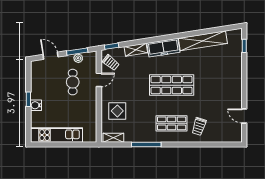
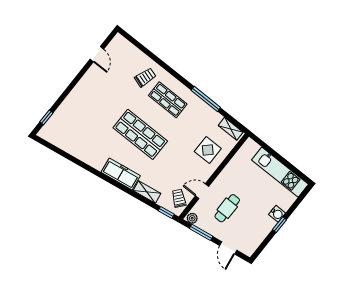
shelving: (203, 41) -> (80, 152), removed
plant: (78, 58) -> (192, 218), moved

